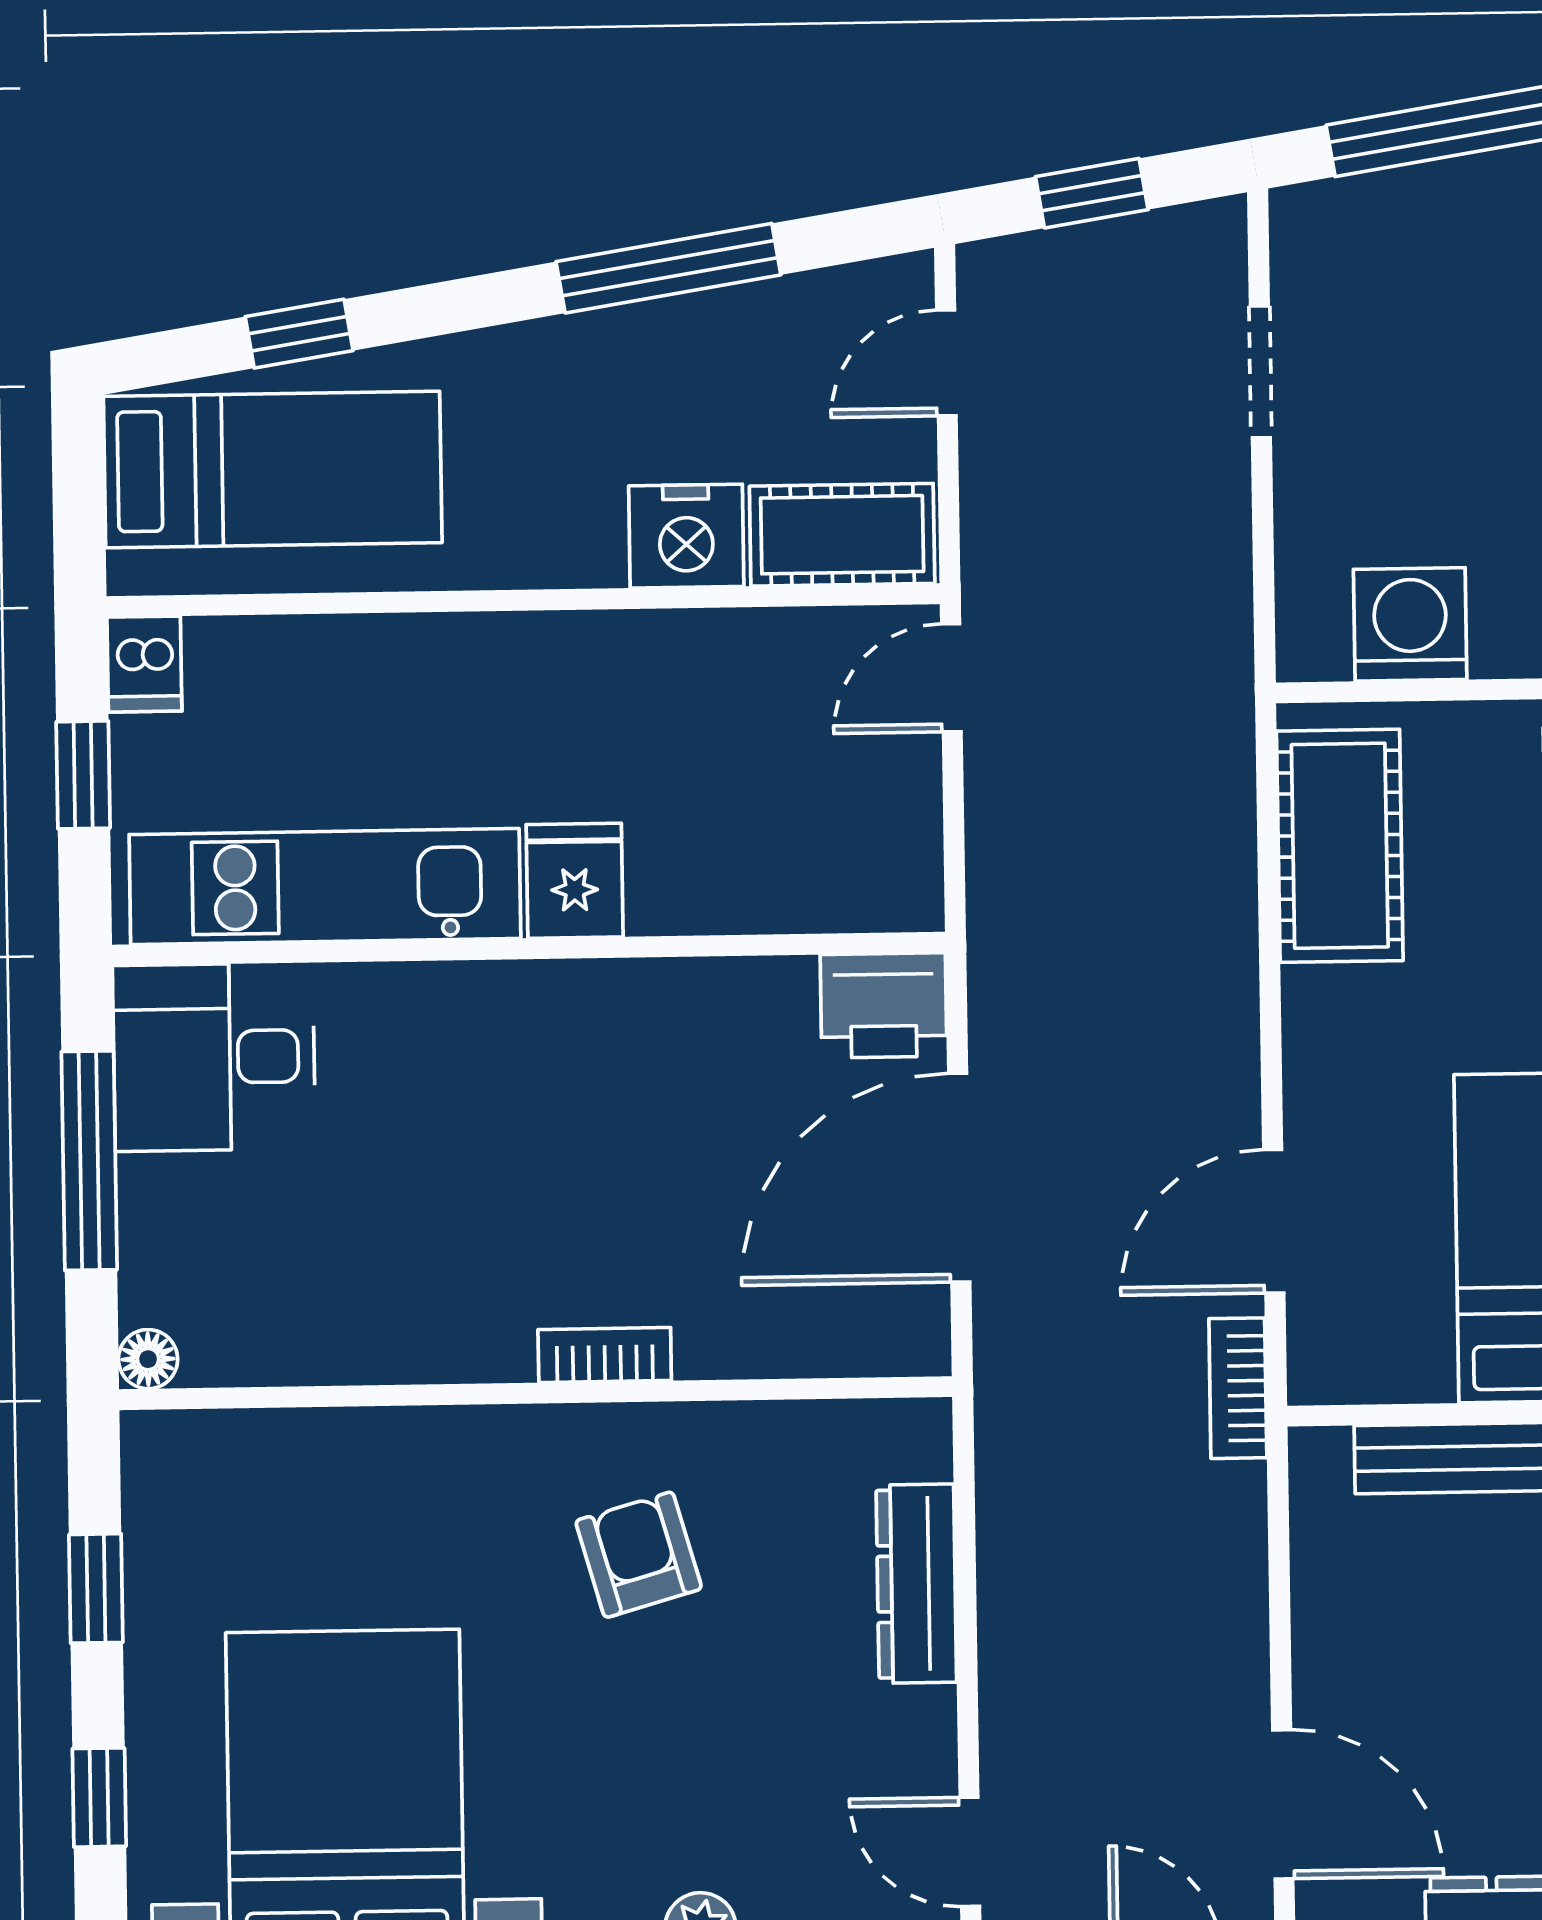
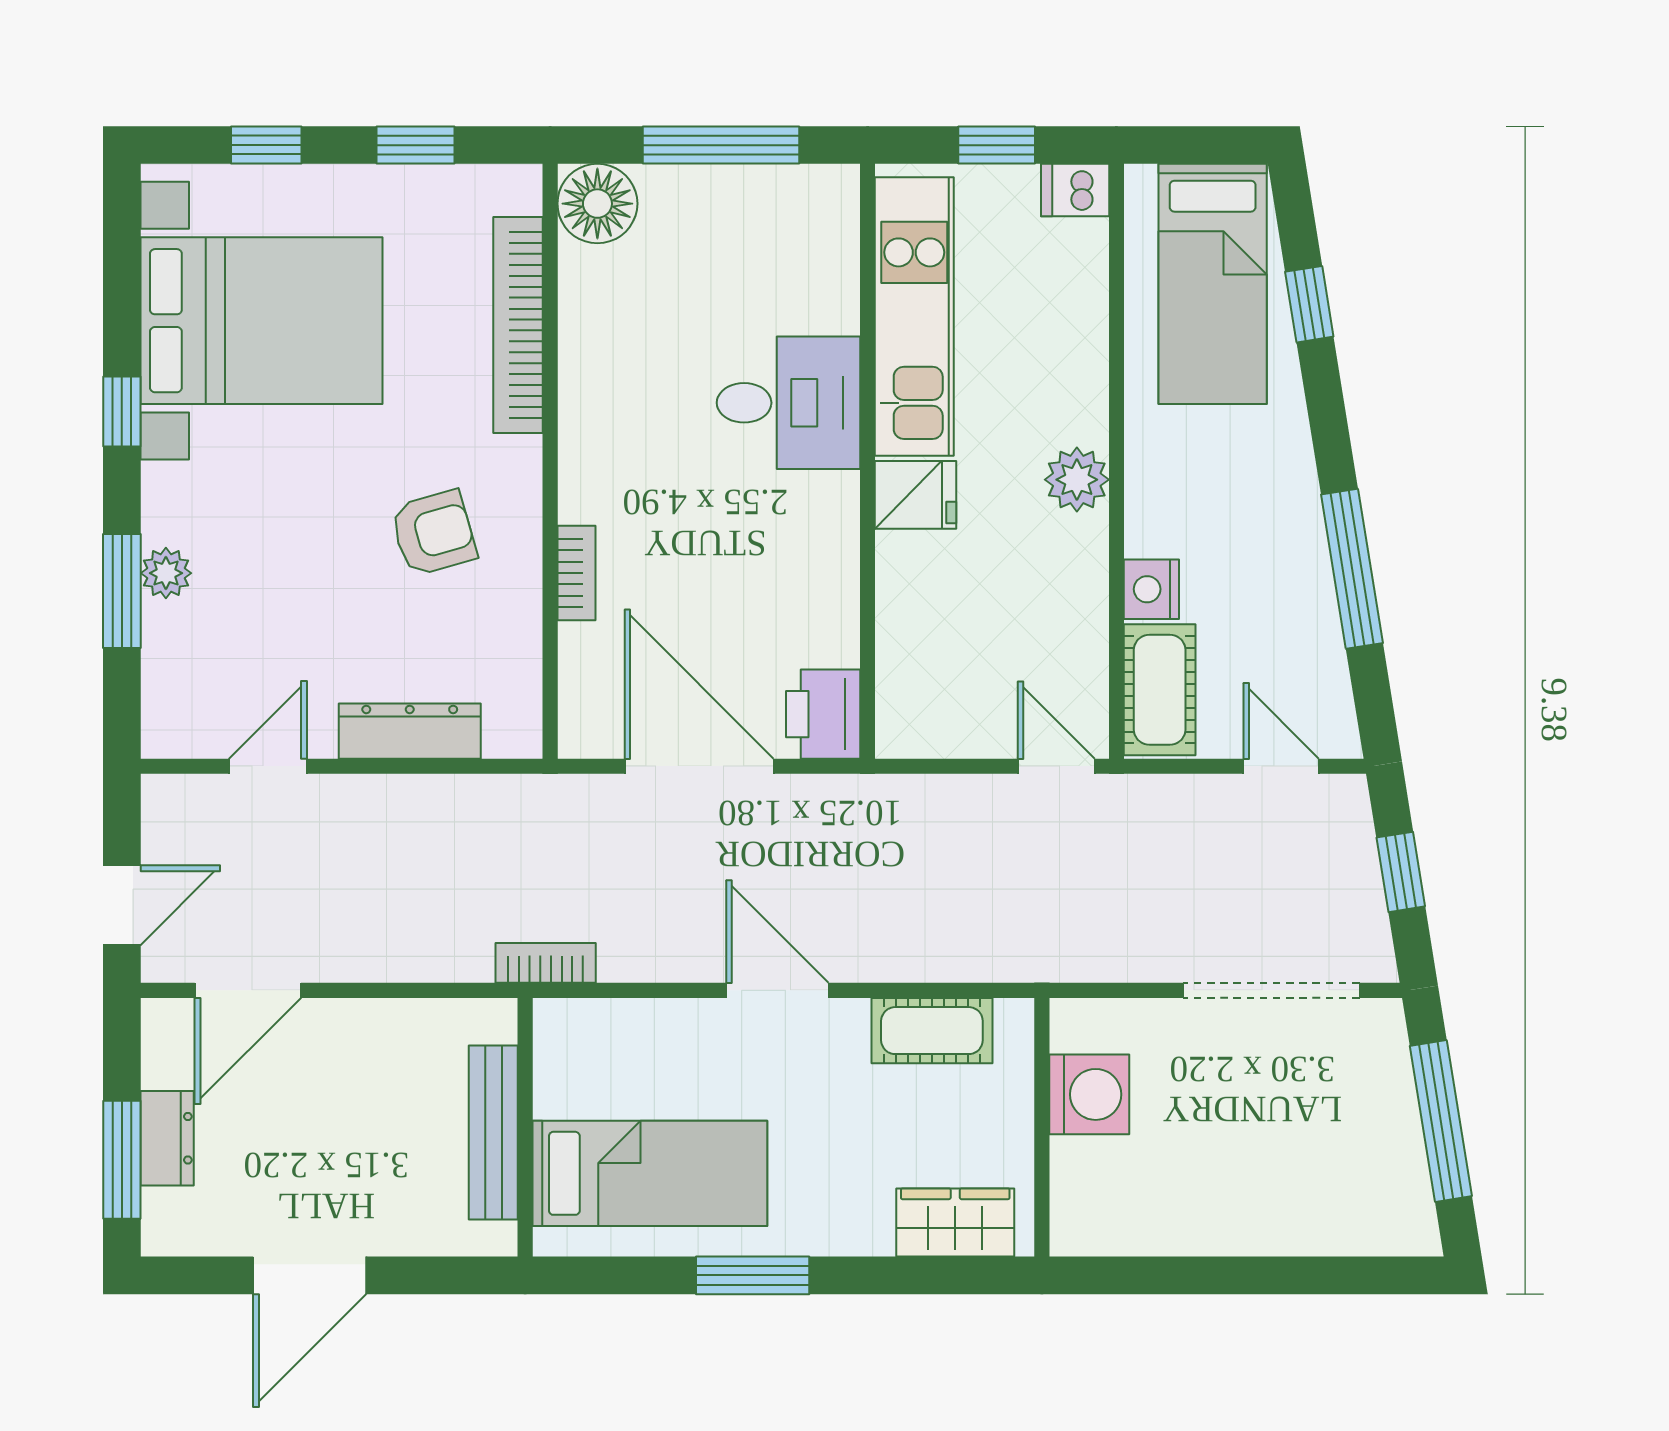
doorway: (1260, 372) -> (1271, 990), width x1.87
nightstand: (686, 536) -> (1151, 589), width x0.74, depth x0.75
plant: (550, 655) -> (1077, 480), added
cot: (1340, 846) -> (932, 1031), width x0.73, depth x0.75
desk: (214, 1057) -> (788, 403), moved, turned 90
door: (1274, 1221) -> (777, 990), moved
bookcase: (605, 1355) -> (576, 573), moved
floor lamp: (148, 1359) -> (597, 204), width x1.89, depth x1.89
bookcase: (346, 1441) -> (518, 325), added
door: (970, 1852) -> (268, 766), moved

